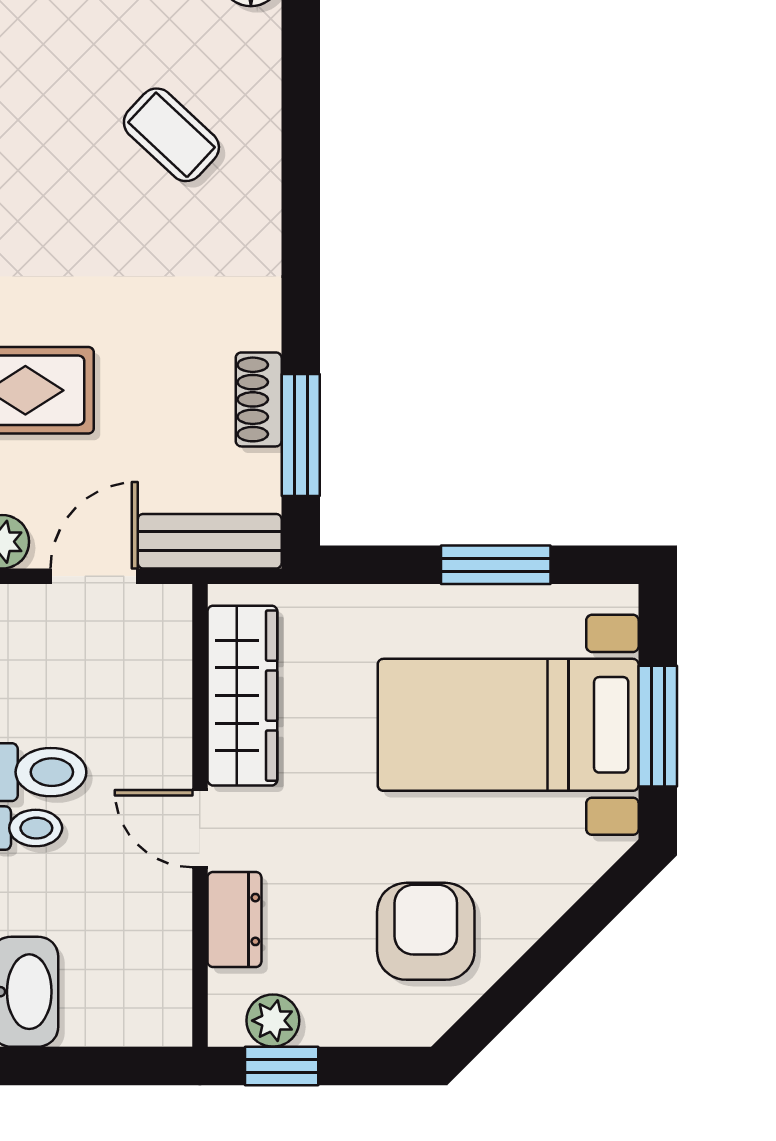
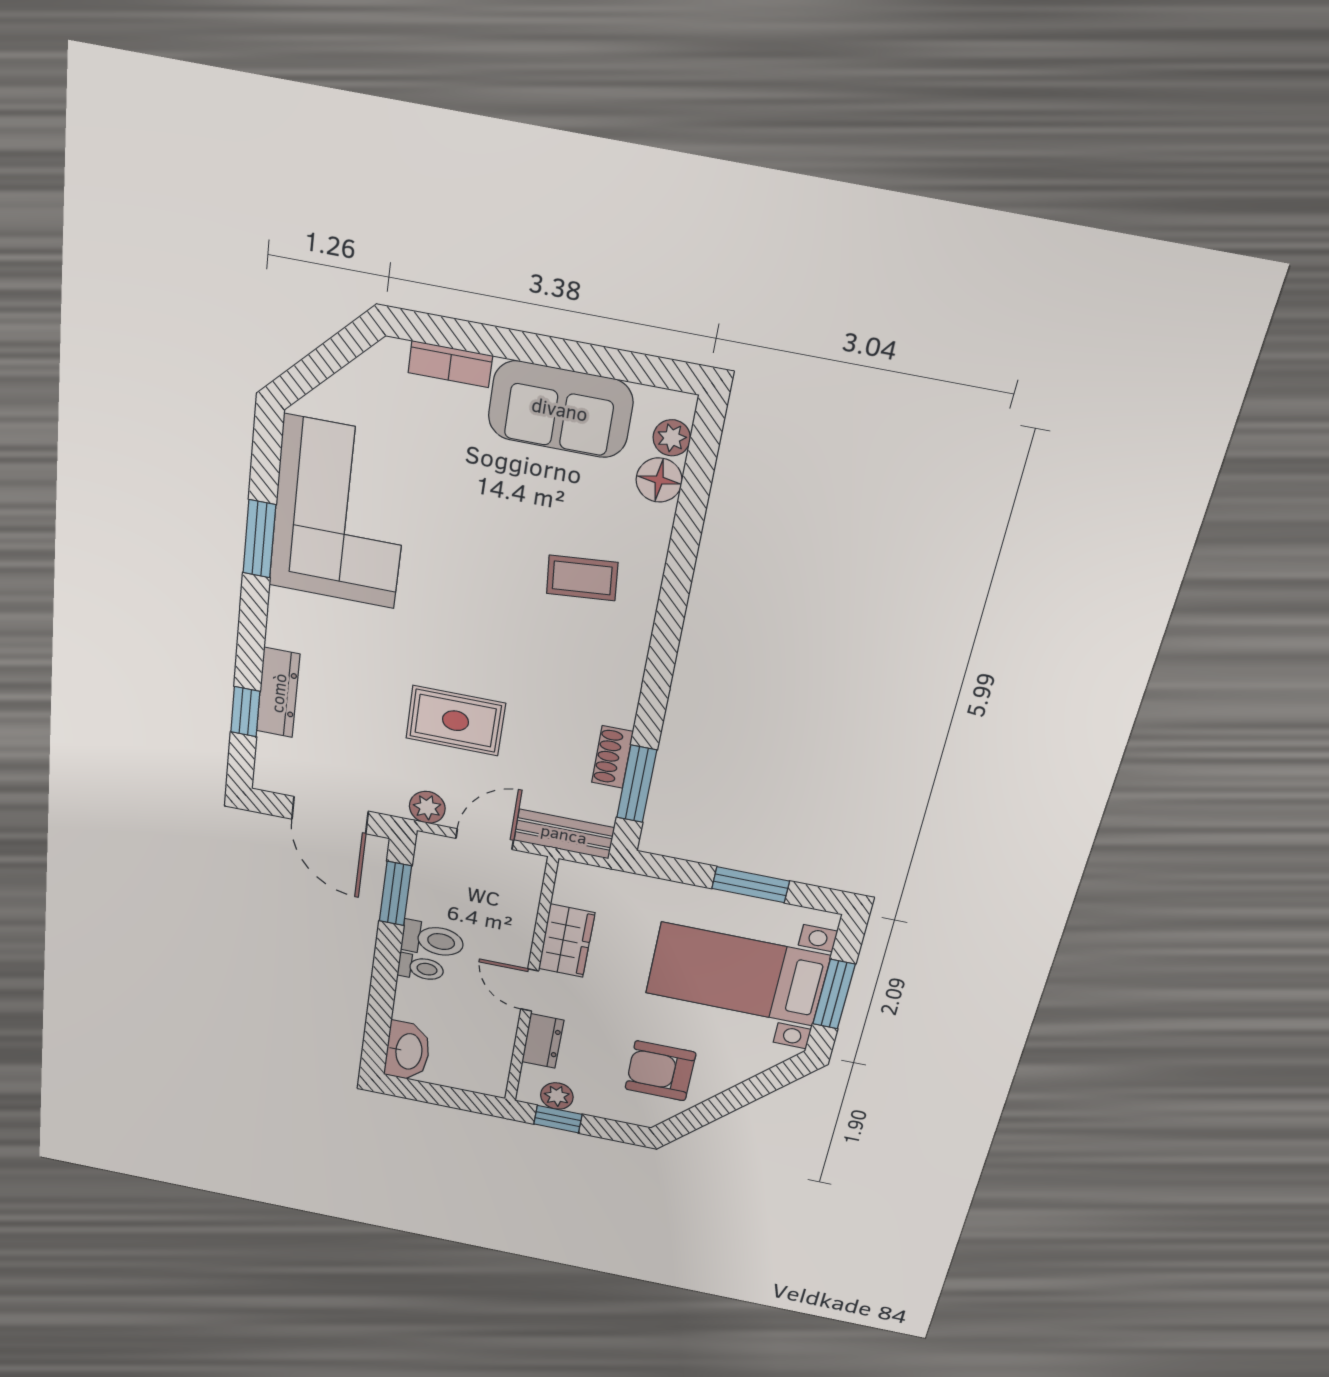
coffee table: (171, 135) -> (582, 578), turned -48
wardrobe: (242, 696) -> (567, 941), width x0.67
armchair: (426, 931) -> (660, 1071), turned -90

